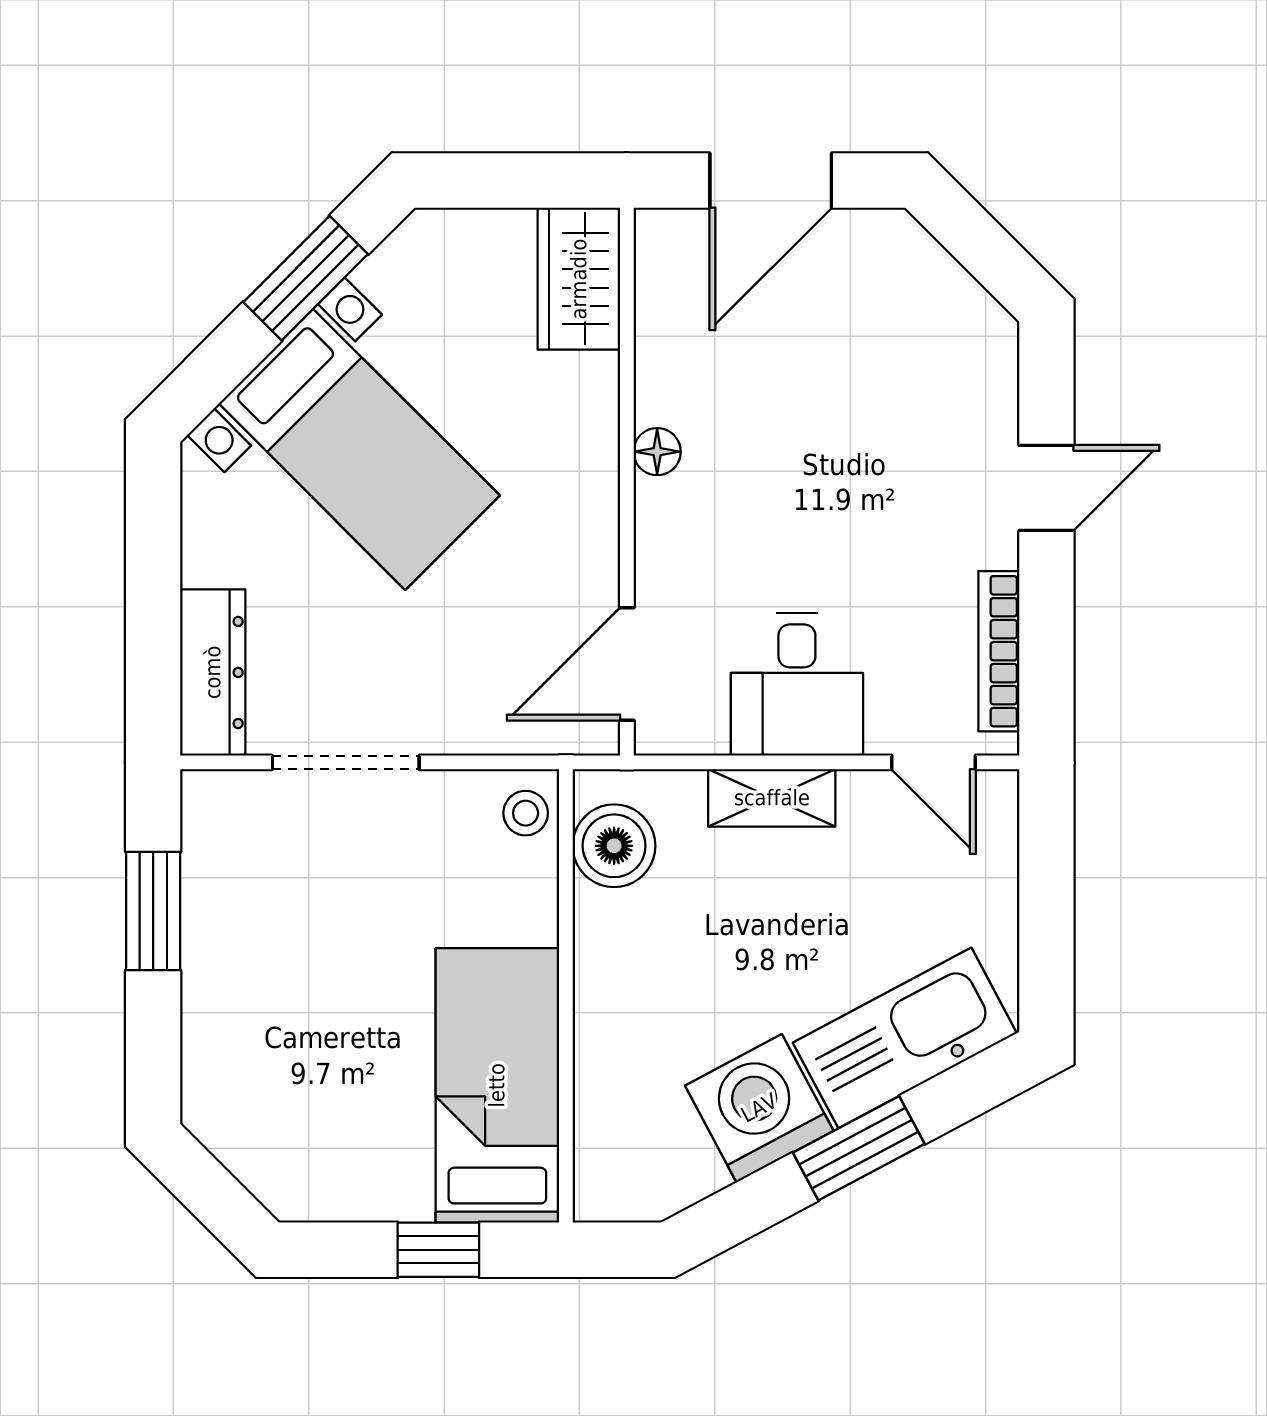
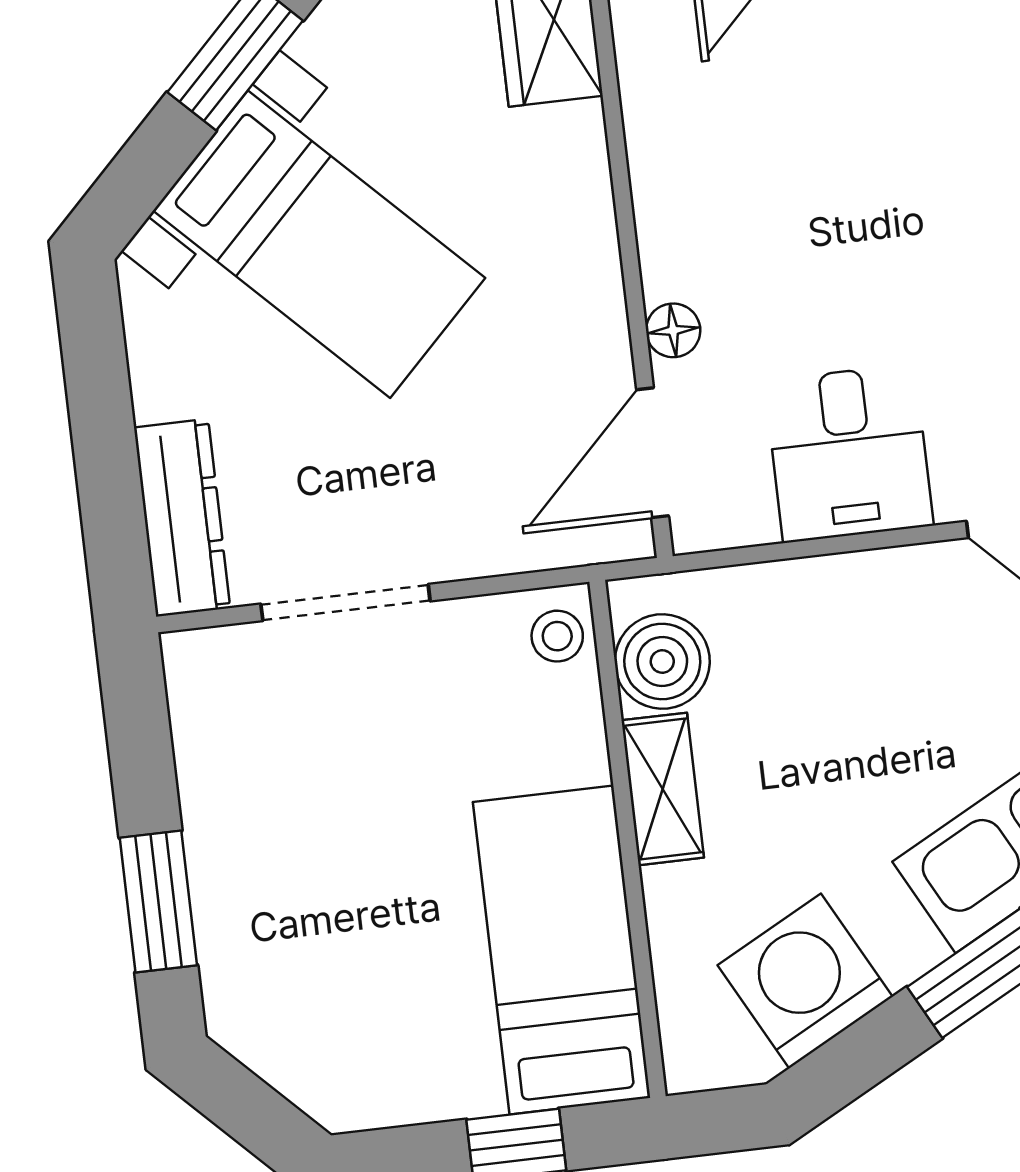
floor lamp: (657, 452) -> (673, 330), moved
shelving: (772, 798) -> (663, 789), moved, turned 90
window: (153, 911) -> (158, 902), moved
washing machine: (759, 1108) -> (805, 981), moved

